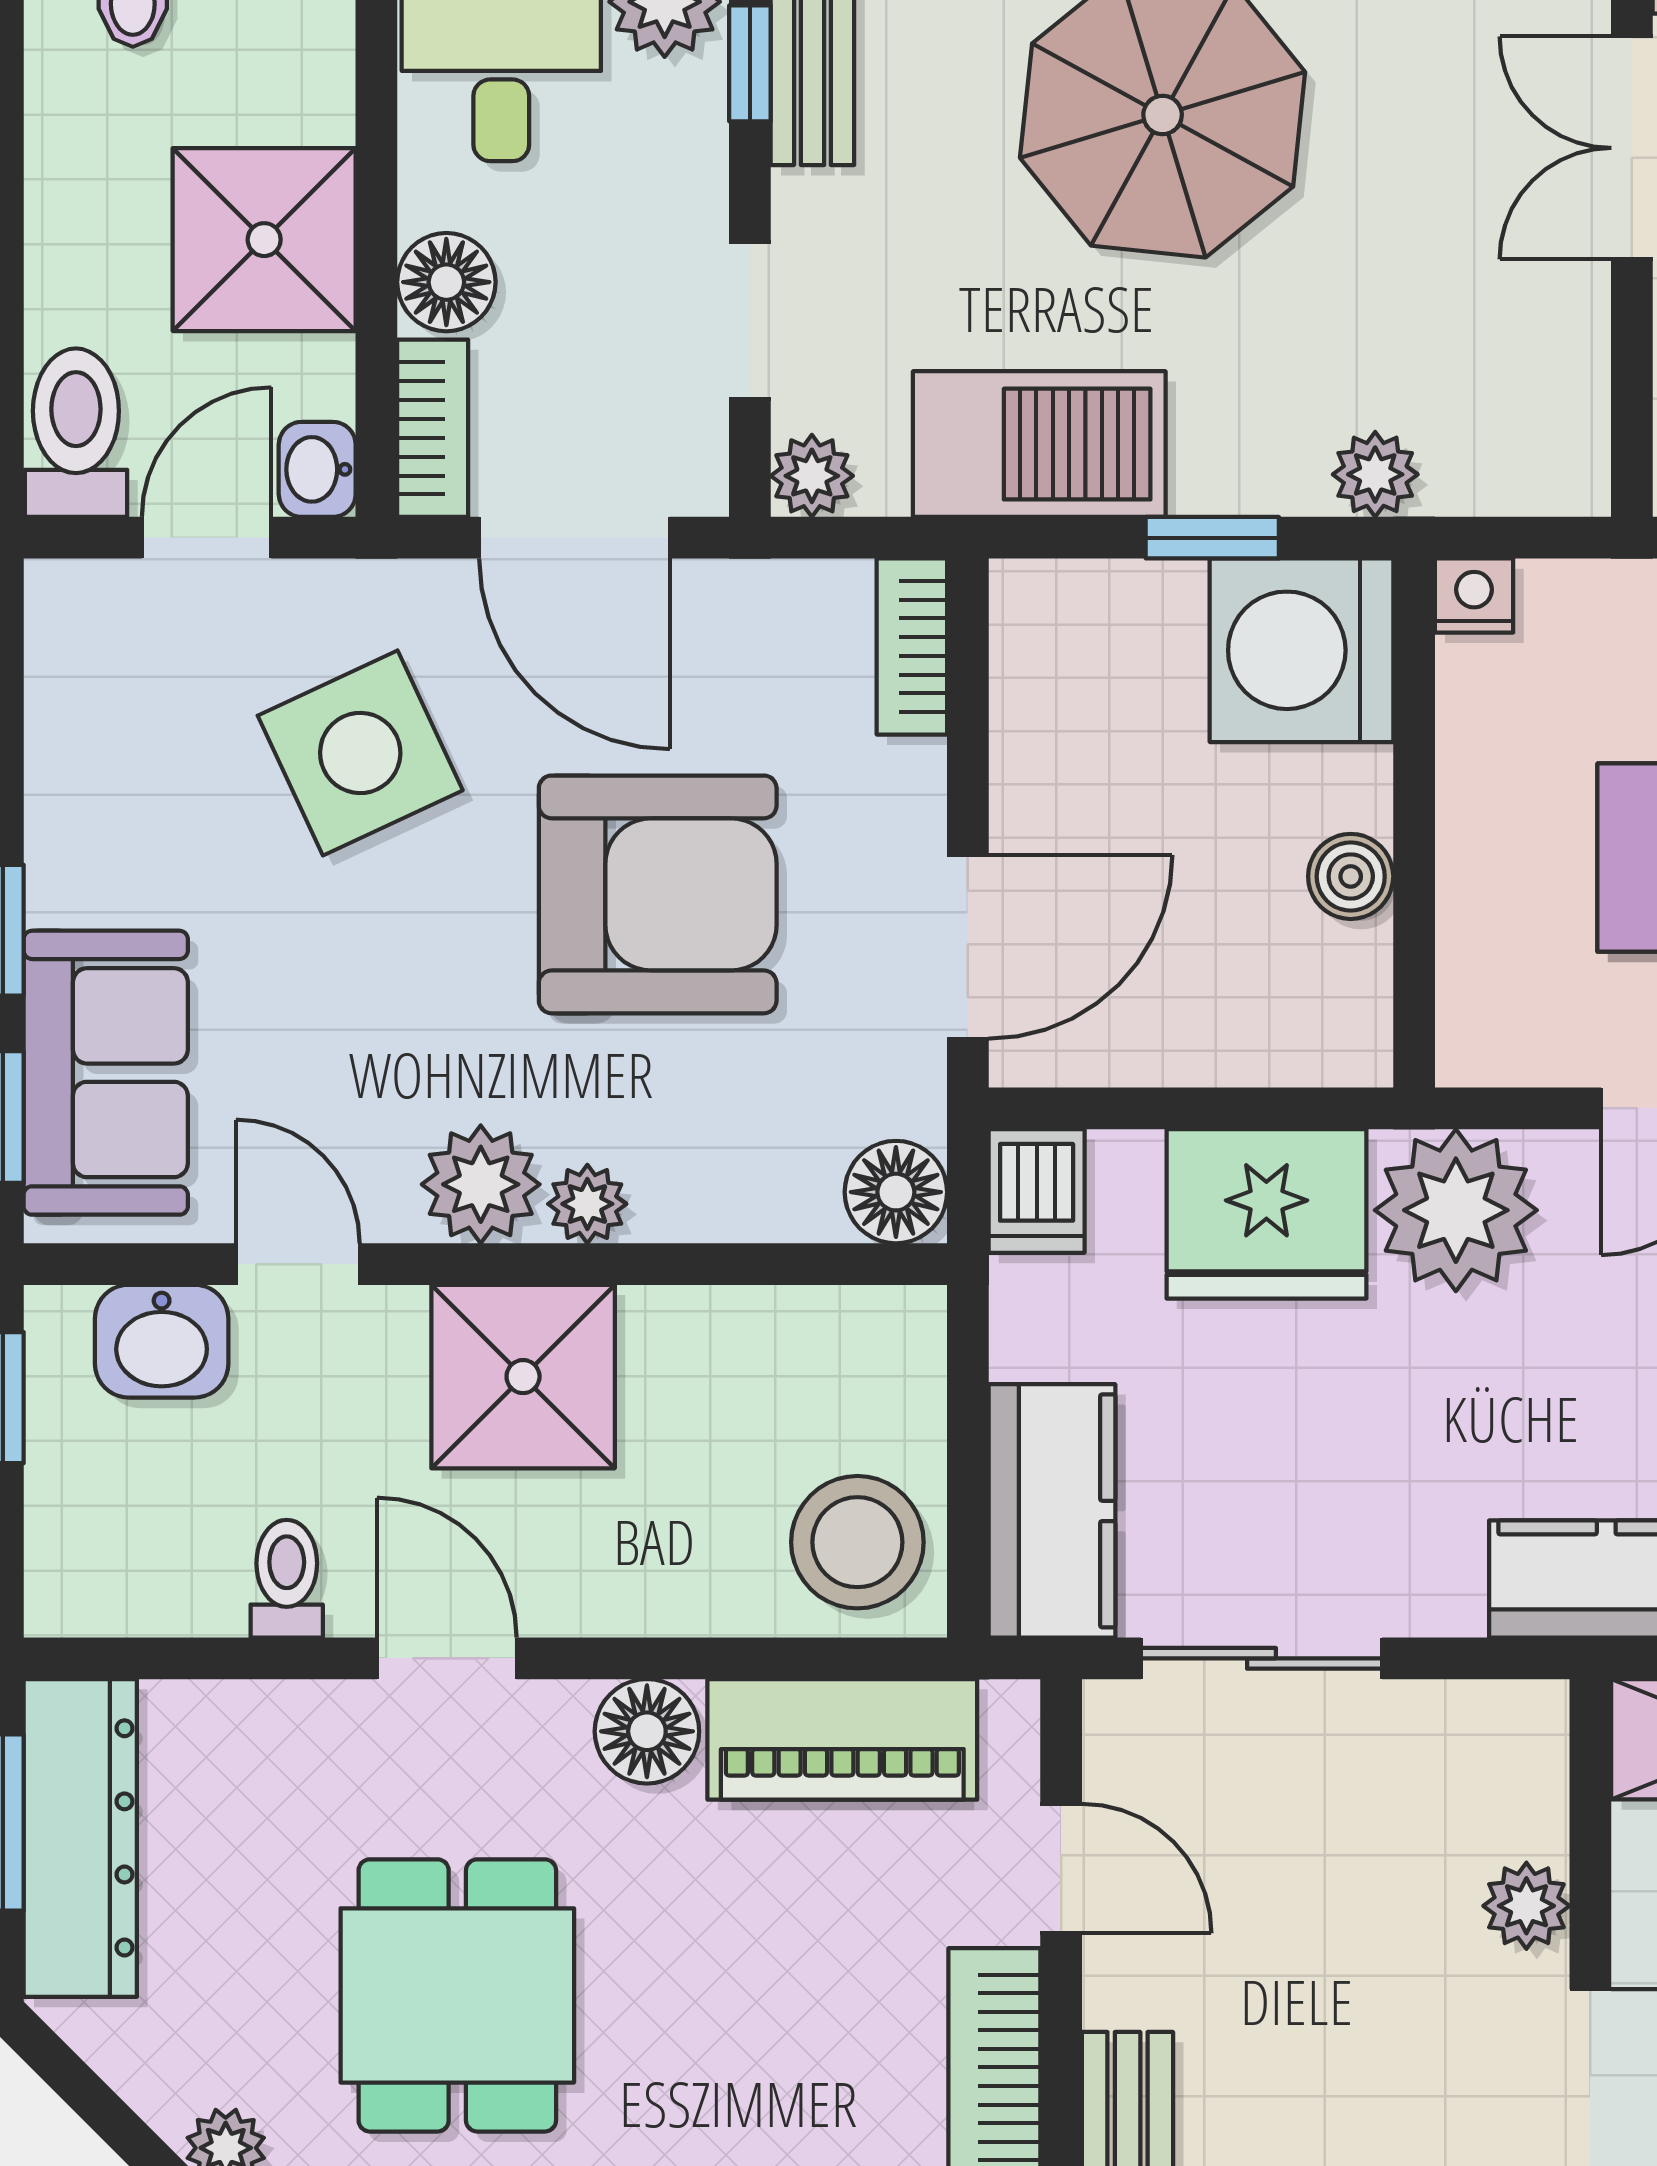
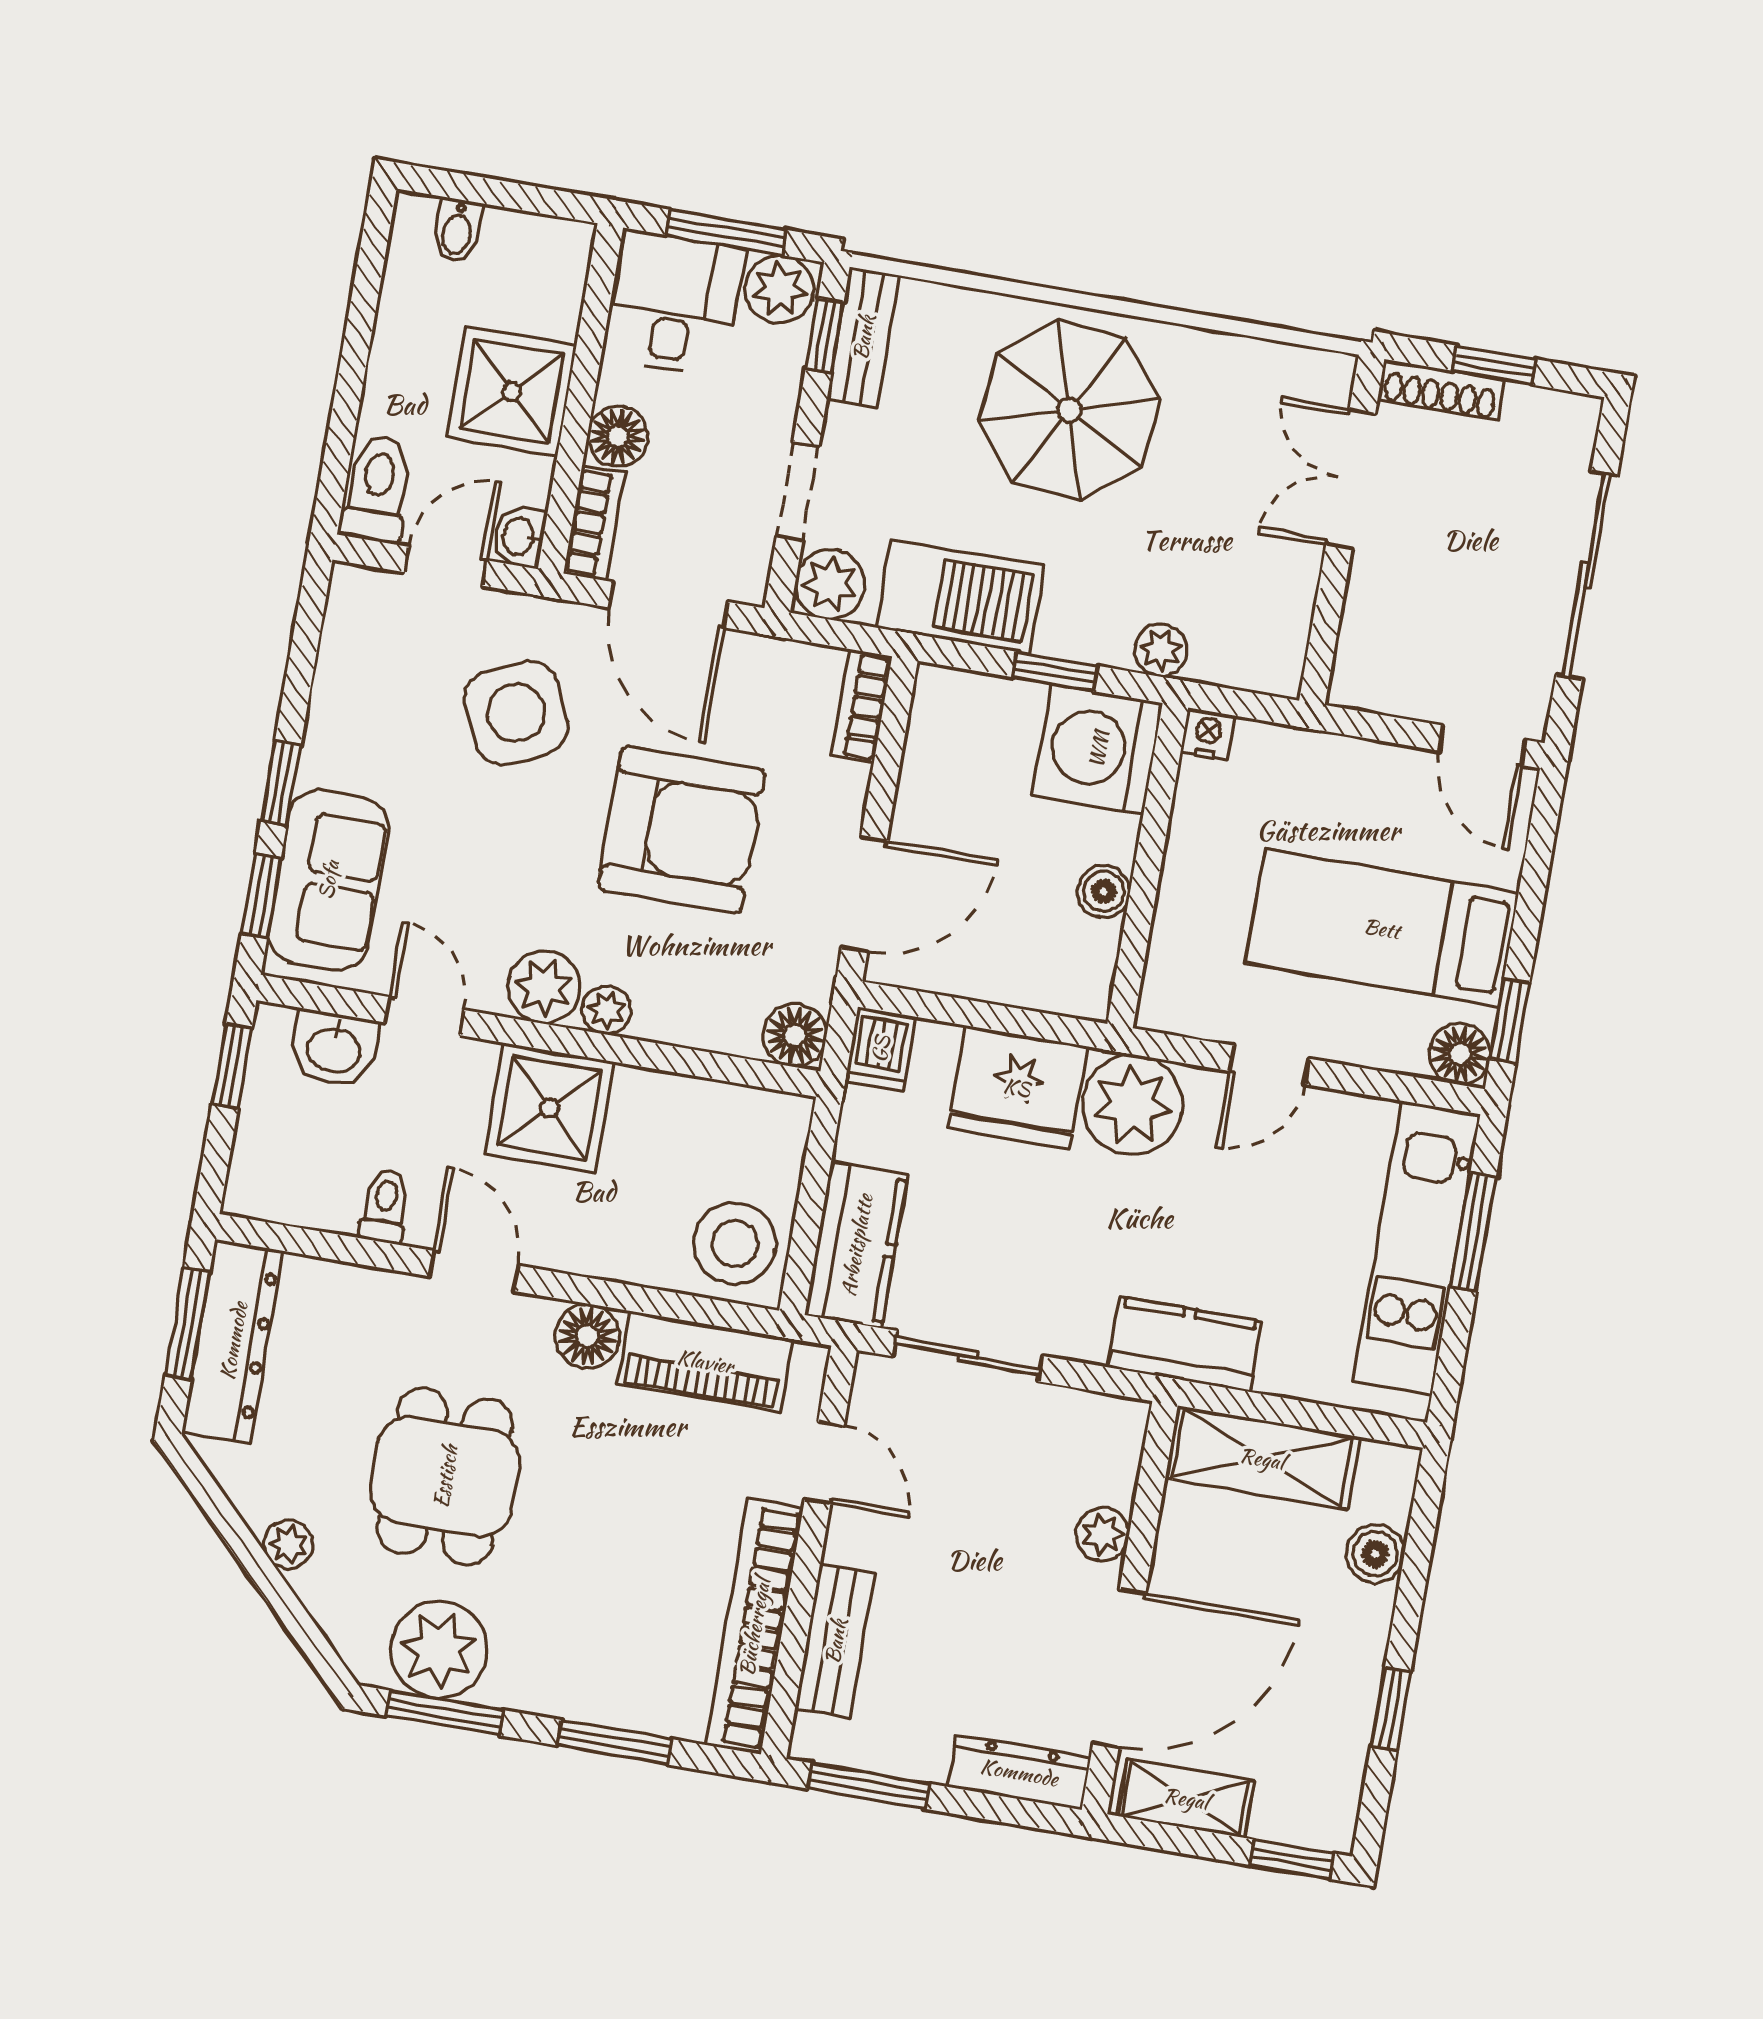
plant: (812, 476) -> (830, 584), width x1.38, depth x1.38

